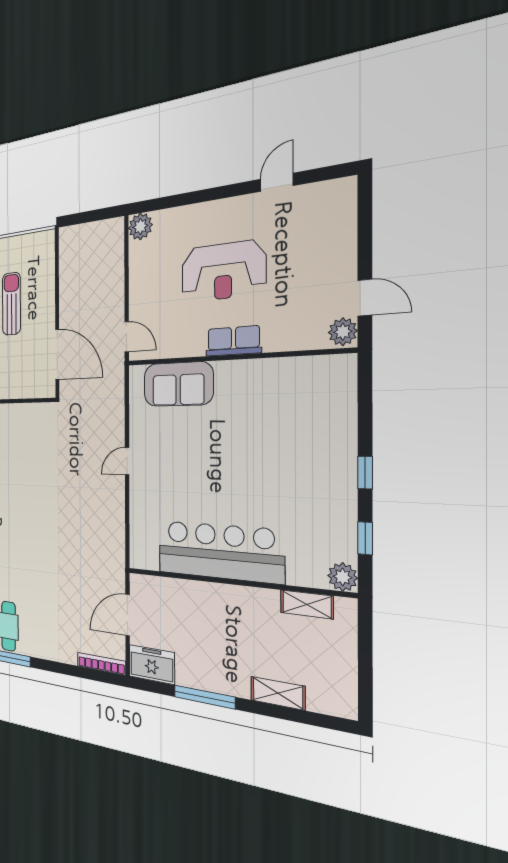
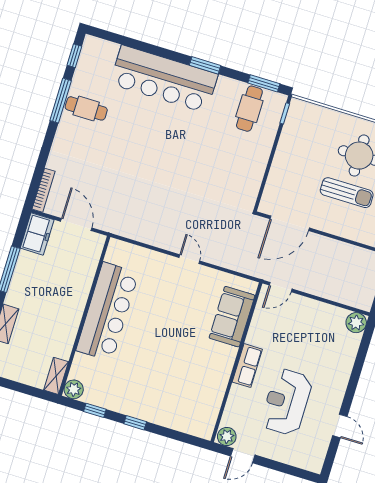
reception desk: (223, 271) -> (287, 402), moved
shelving: (307, 604) -> (56, 376), moved

